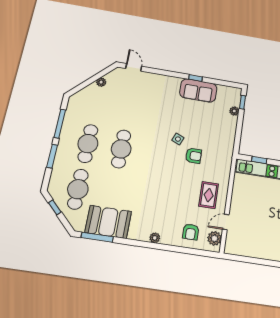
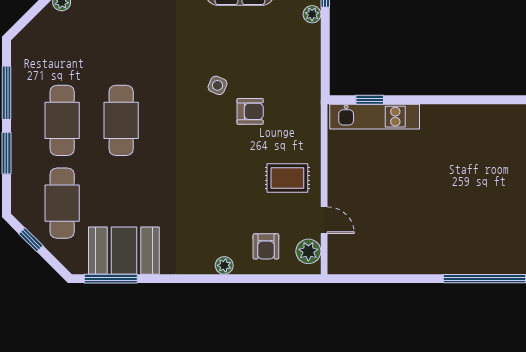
rug: (209, 195) -> (287, 178), turned 90
door: (226, 222) -> (324, 220), swing flipped
plant: (155, 238) -> (224, 265), moved

